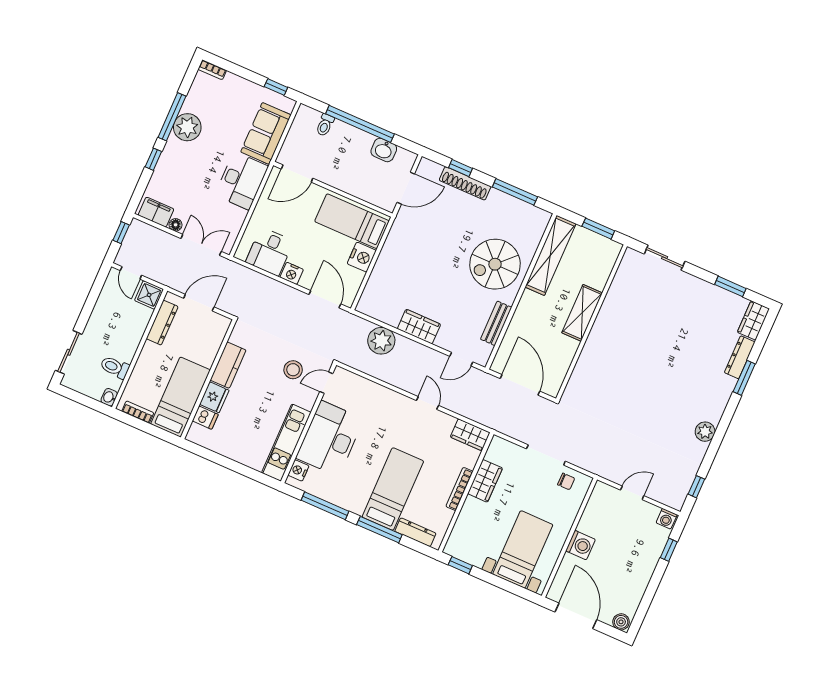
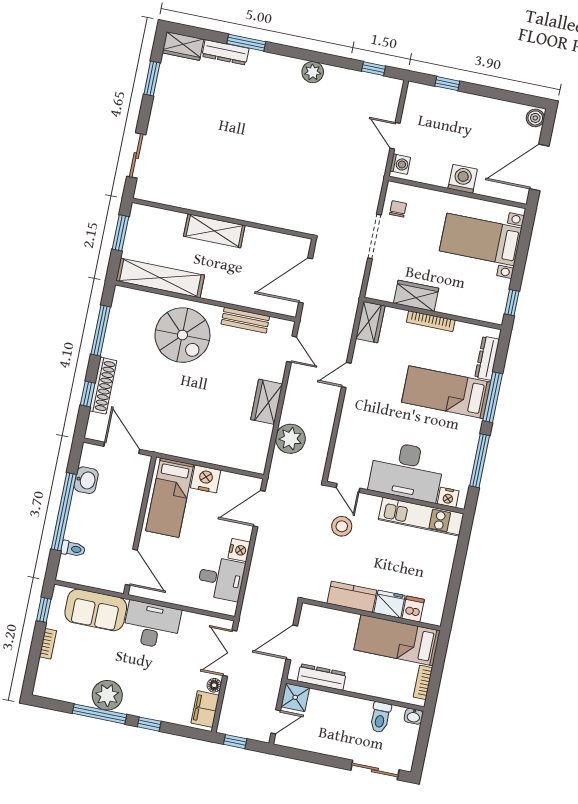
bookcase: (212, 70) -> (48, 644), moved
door: (199, 303) -> (292, 642), hinge flipped
washing machine: (667, 519) -> (400, 164), moved

